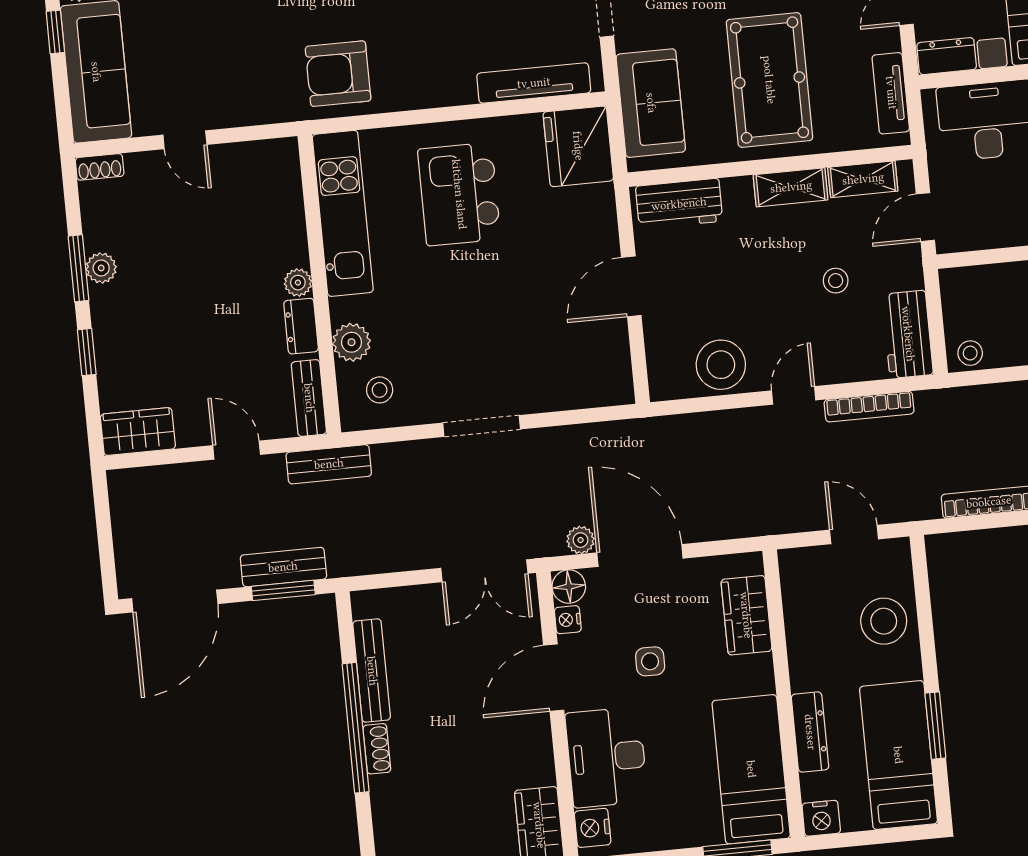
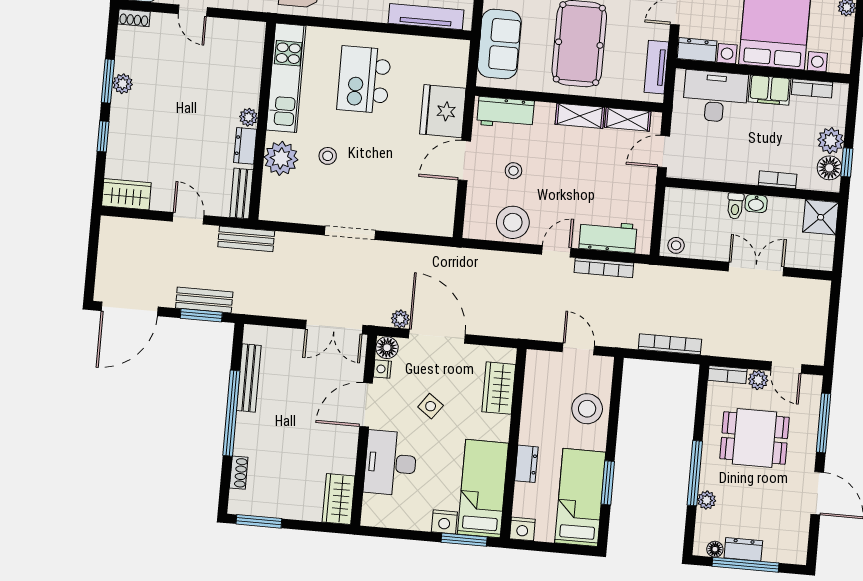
fridge: (578, 146) -> (443, 111), moved
stool: (836, 281) -> (513, 171), moved
workbench: (908, 334) -> (608, 237), moved, turned 90
plant: (352, 342) -> (281, 158), width x1.36, depth x1.36
stool: (380, 390) -> (328, 156), moved
side table: (650, 661) -> (431, 406), turned 36
dresser: (810, 732) -> (526, 464), width x0.70
shoe rack: (377, 749) -> (239, 473), moved
nightstand: (593, 828) -> (444, 522), moved, turned -90

